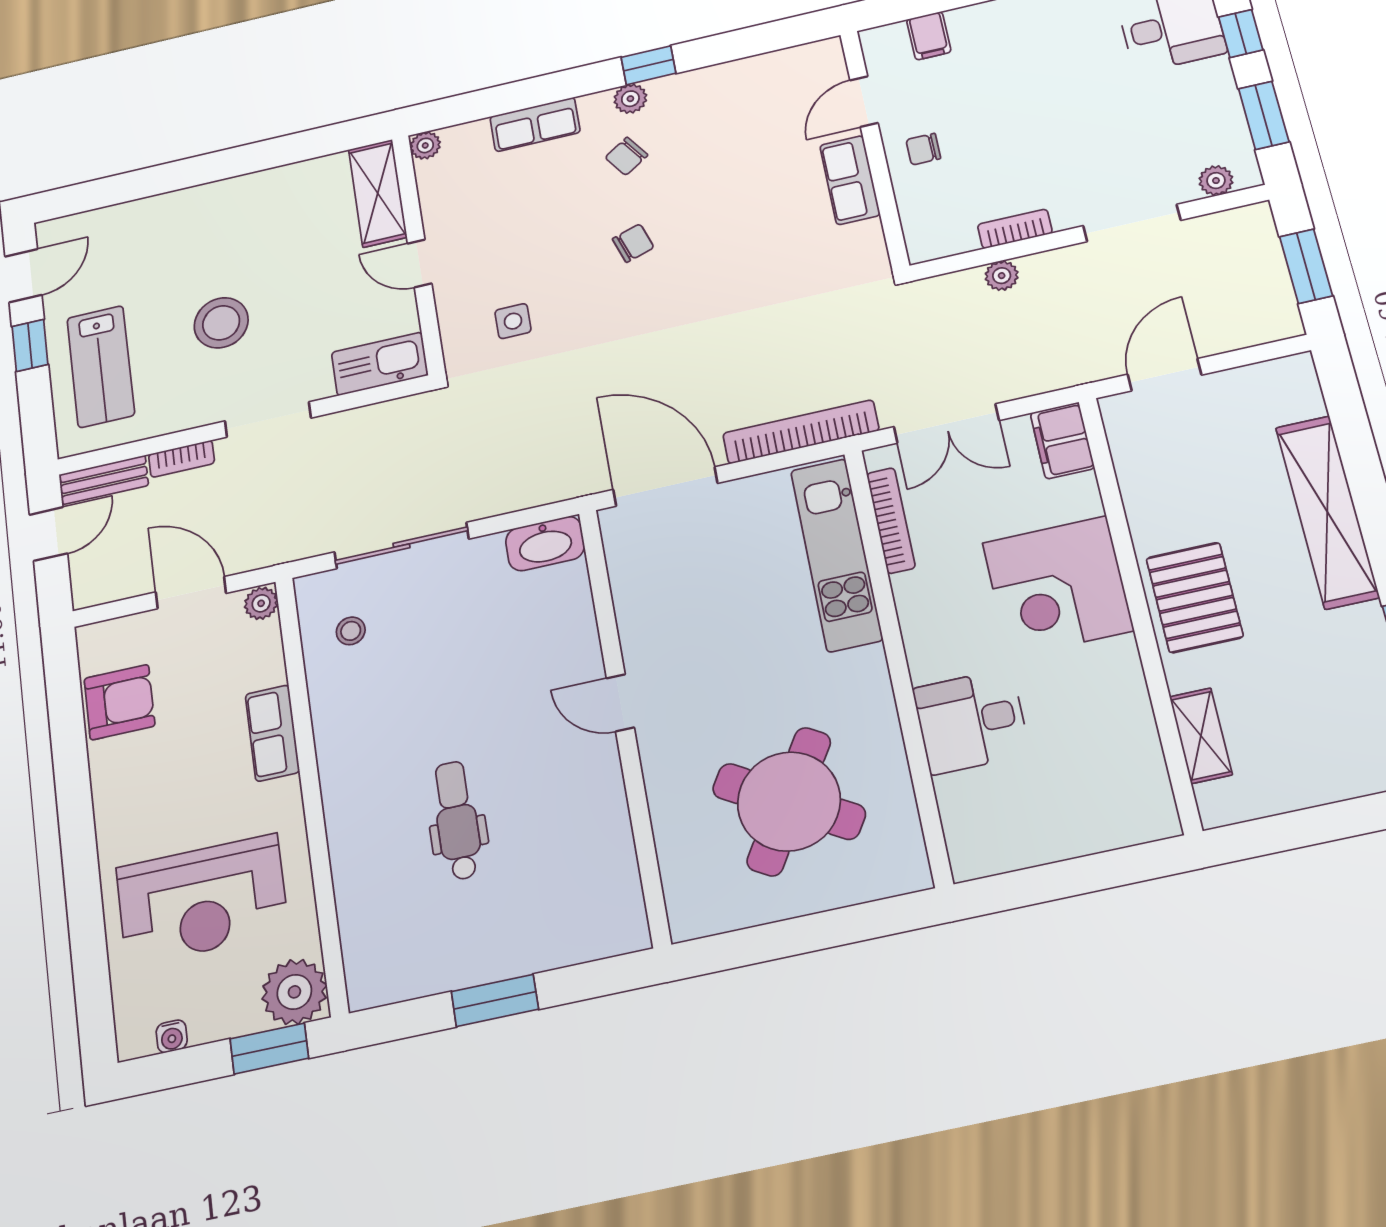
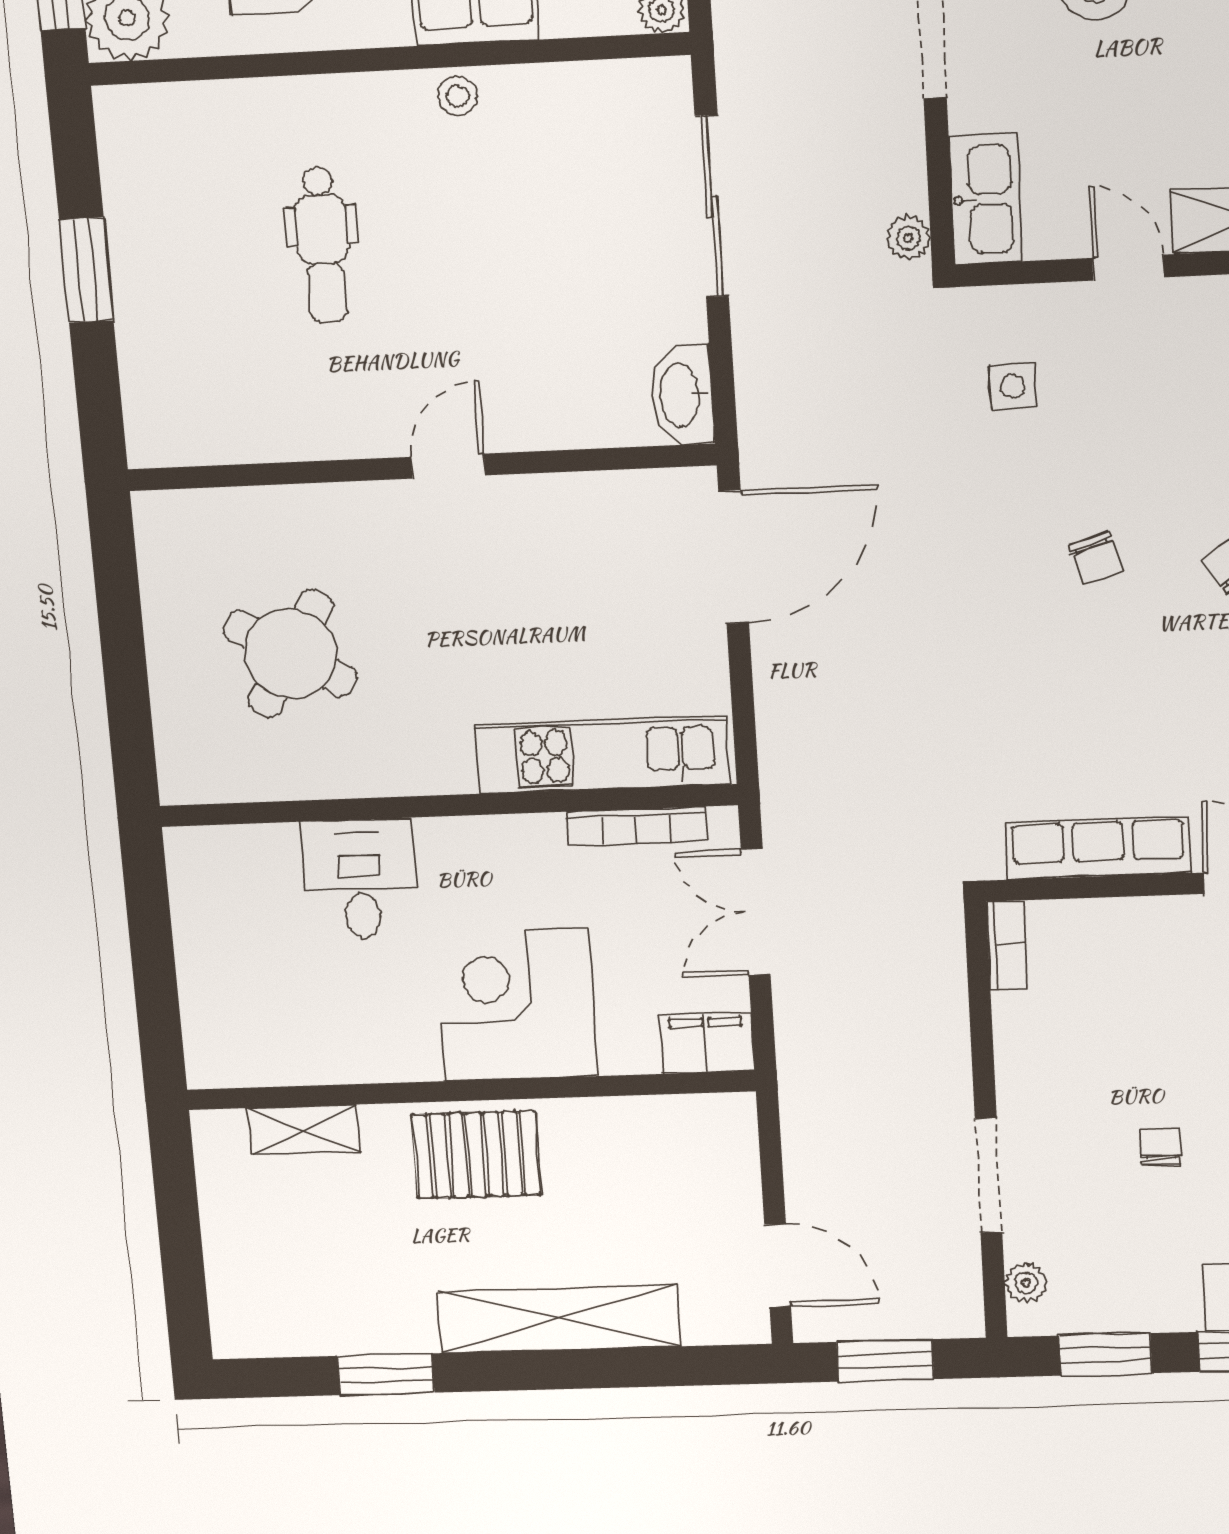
chair: (923, 149) -> (1160, 1147), moved
row of seats: (850, 180) -> (1098, 848), width x1.48
bookcase: (1015, 229) -> (1007, 945), moved
door: (420, 263) -> (1128, 268), hinge flipped
plant: (1002, 276) -> (908, 238), moved
door: (1165, 375) -> (778, 1266), moved
bookcase: (801, 432) -> (778, 735), removed
stool: (351, 631) -> (458, 96), moved
round table: (789, 801) -> (290, 653), width x0.73, depth x0.73
dental chair: (457, 820) -> (323, 245), turned 90

